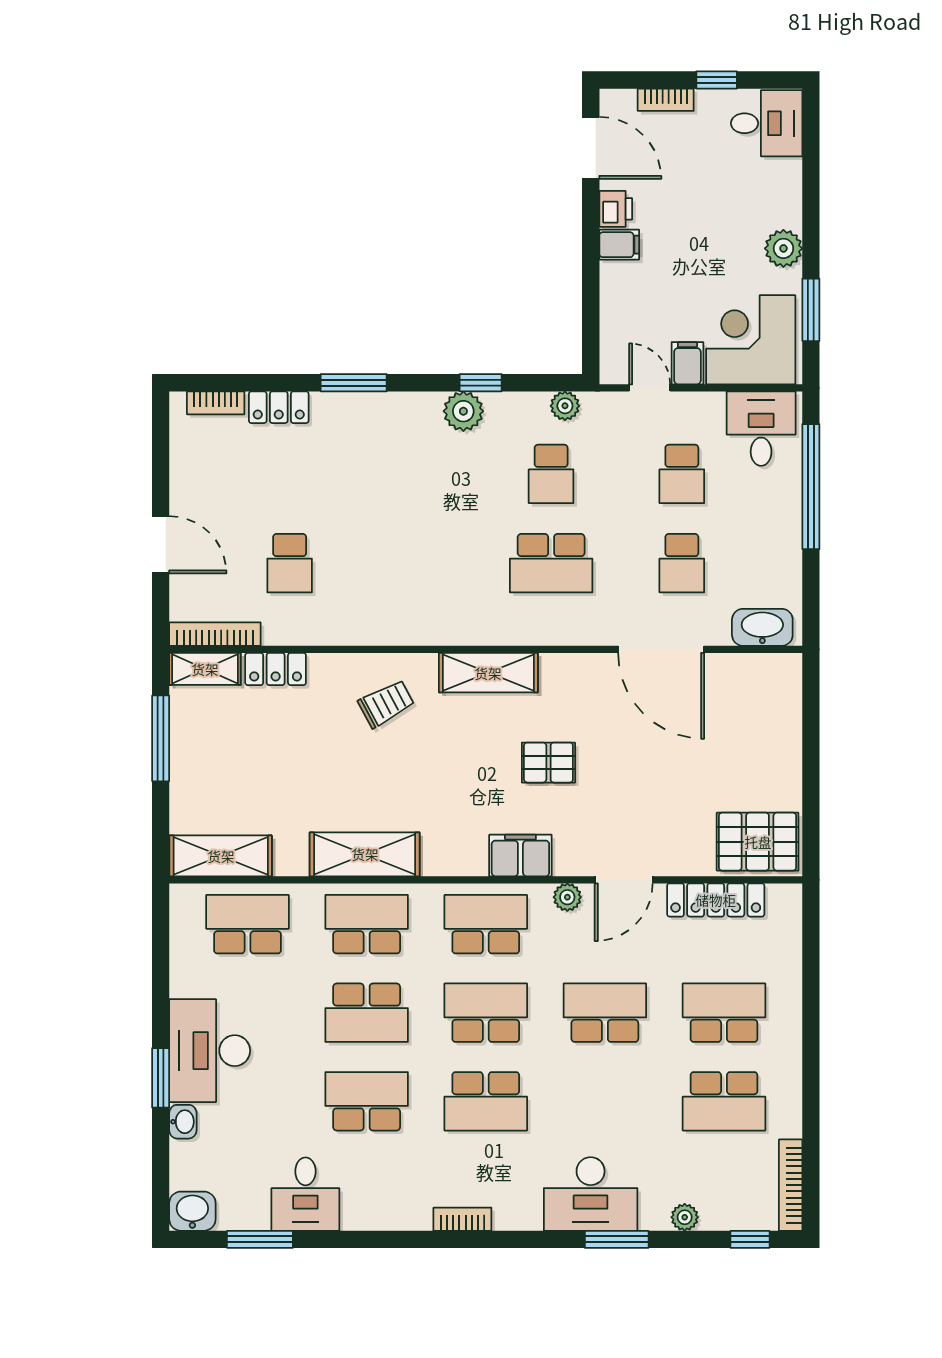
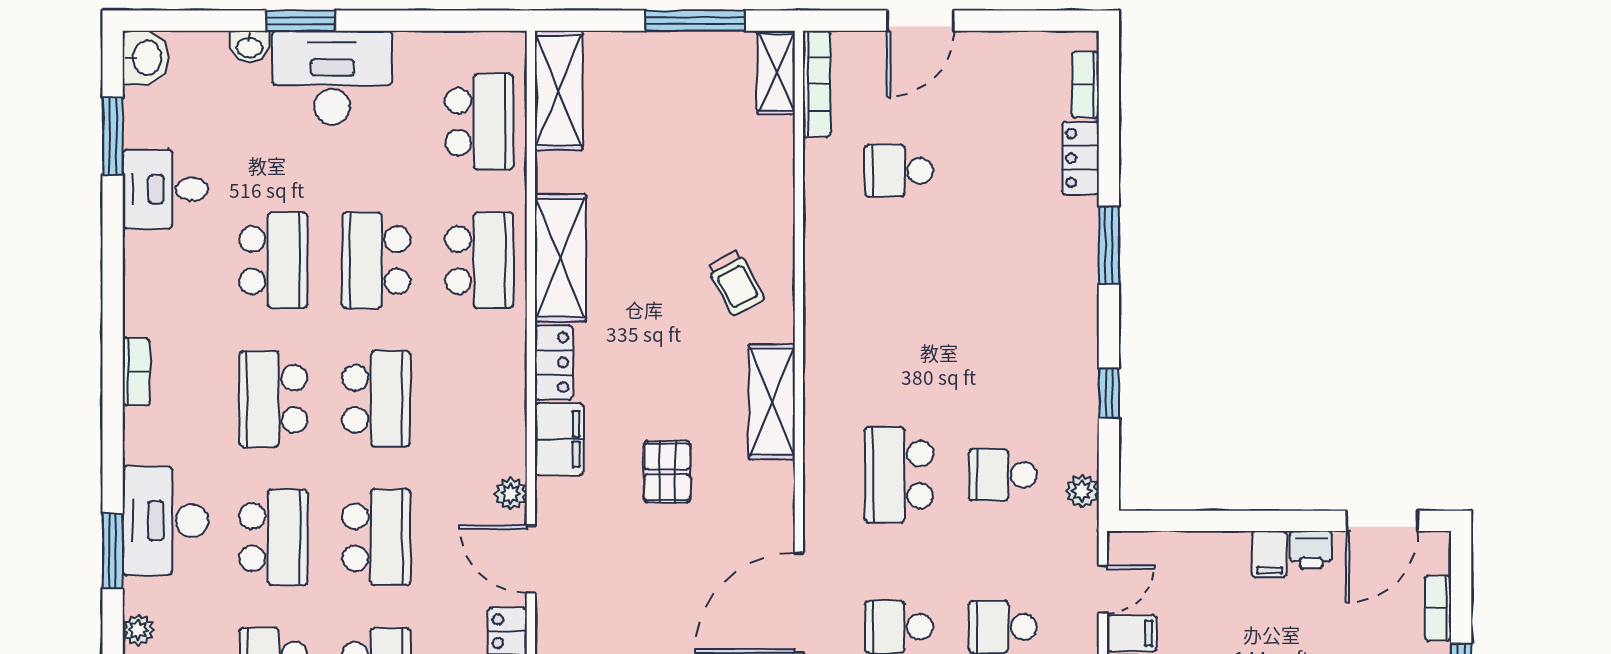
plant: (463, 411) -> (1076, 373), removed
locker: (276, 669) -> (554, 362), moved, turned 180
school desk: (486, 924) -> (273, 537), moved

